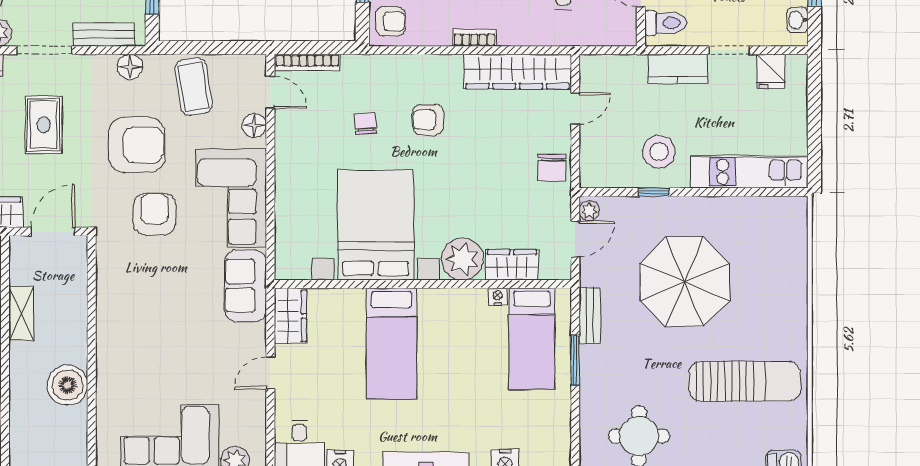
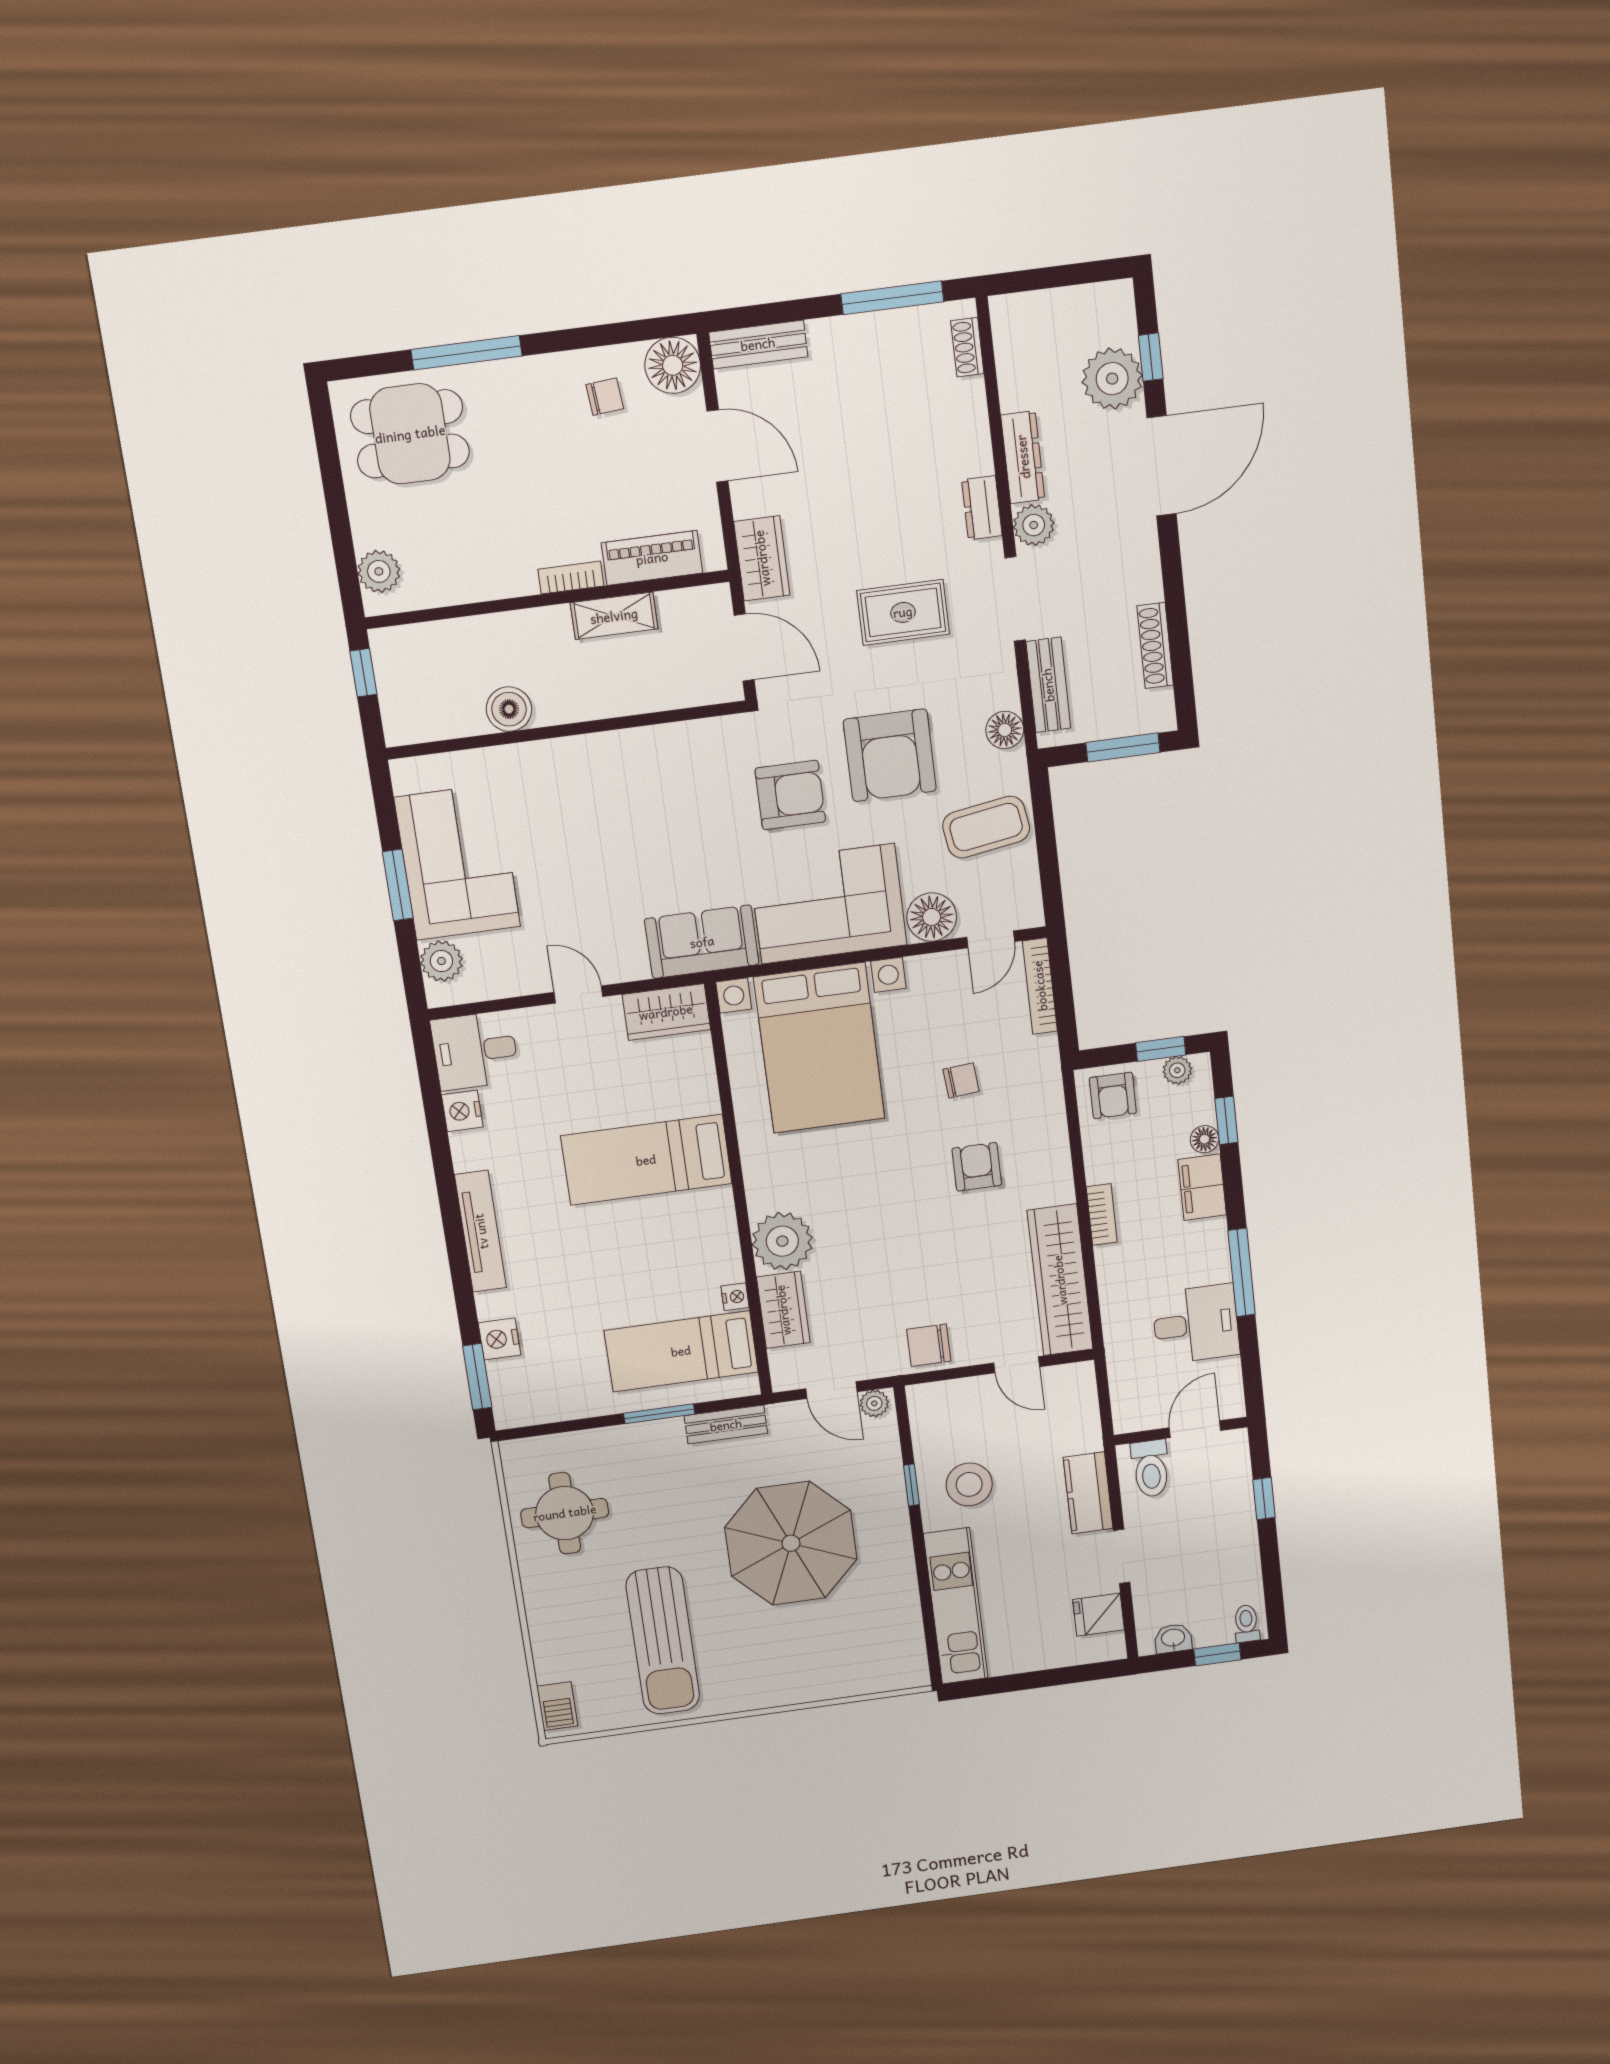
floor lamp: (254, 125) -> (932, 917), width x1.38, depth x1.38
bed with nightstands: (376, 225) -> (819, 1048), moved, turned 90
boiler: (68, 385) -> (509, 709), width x0.73, depth x0.73

